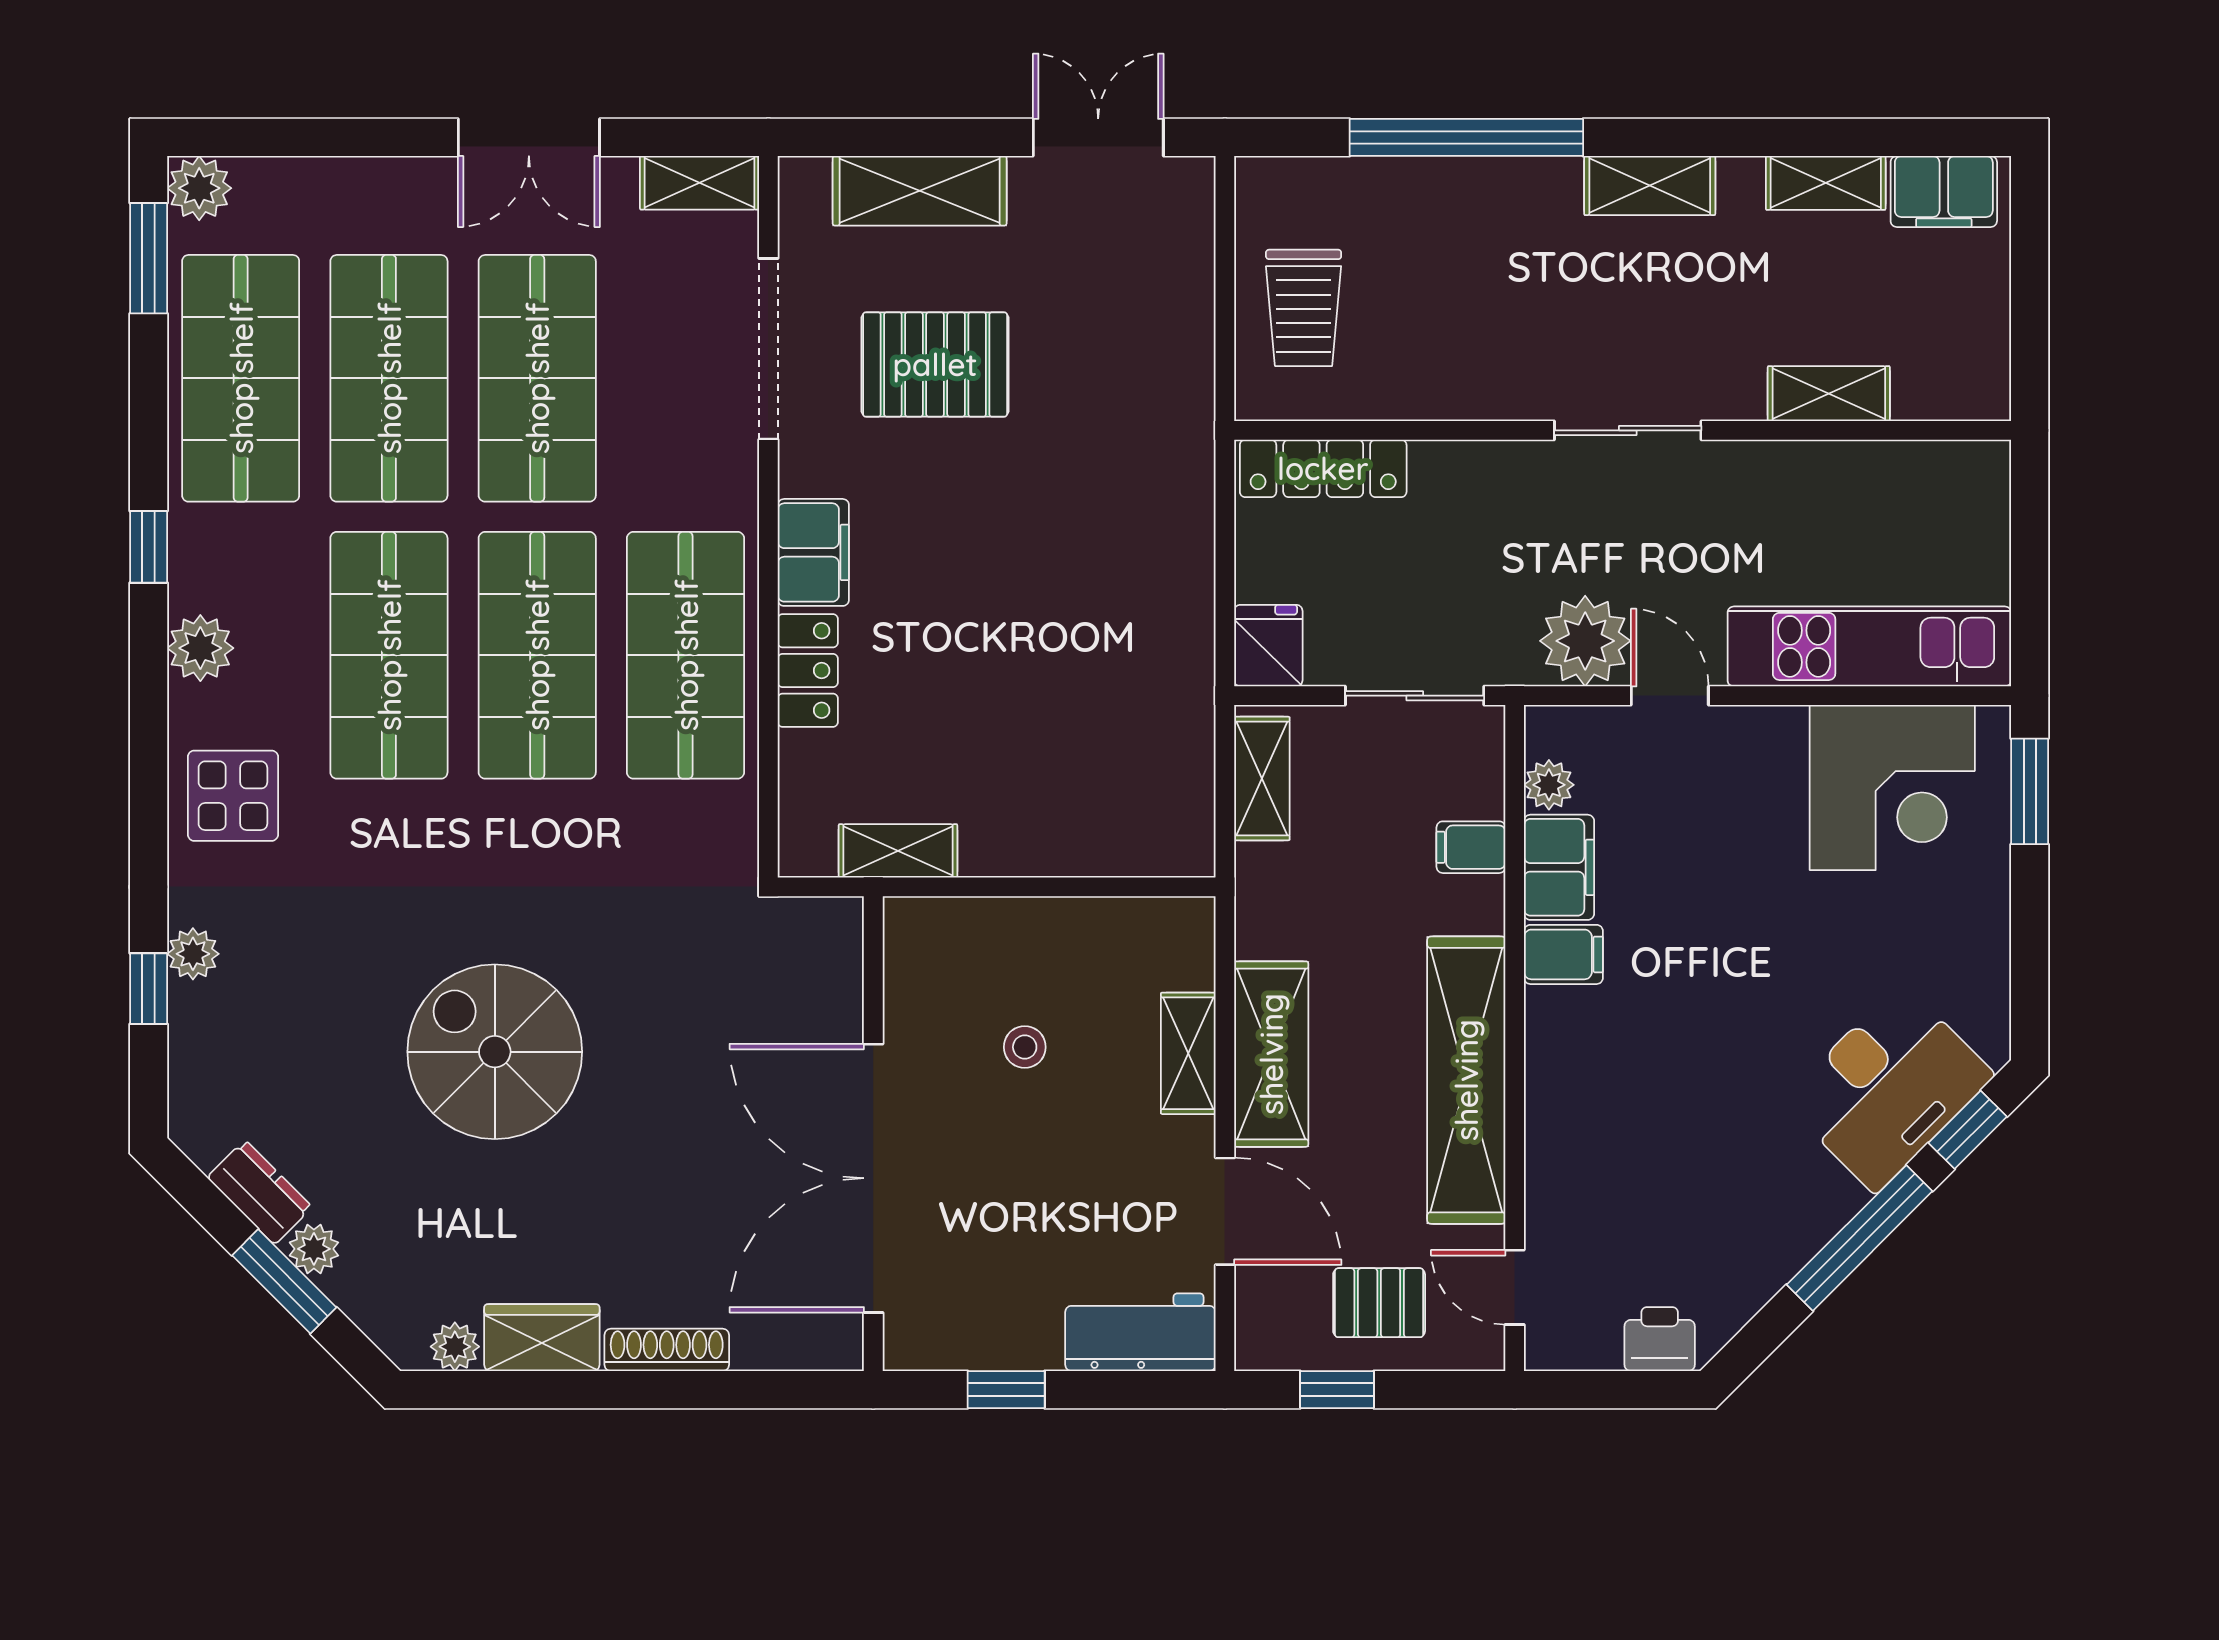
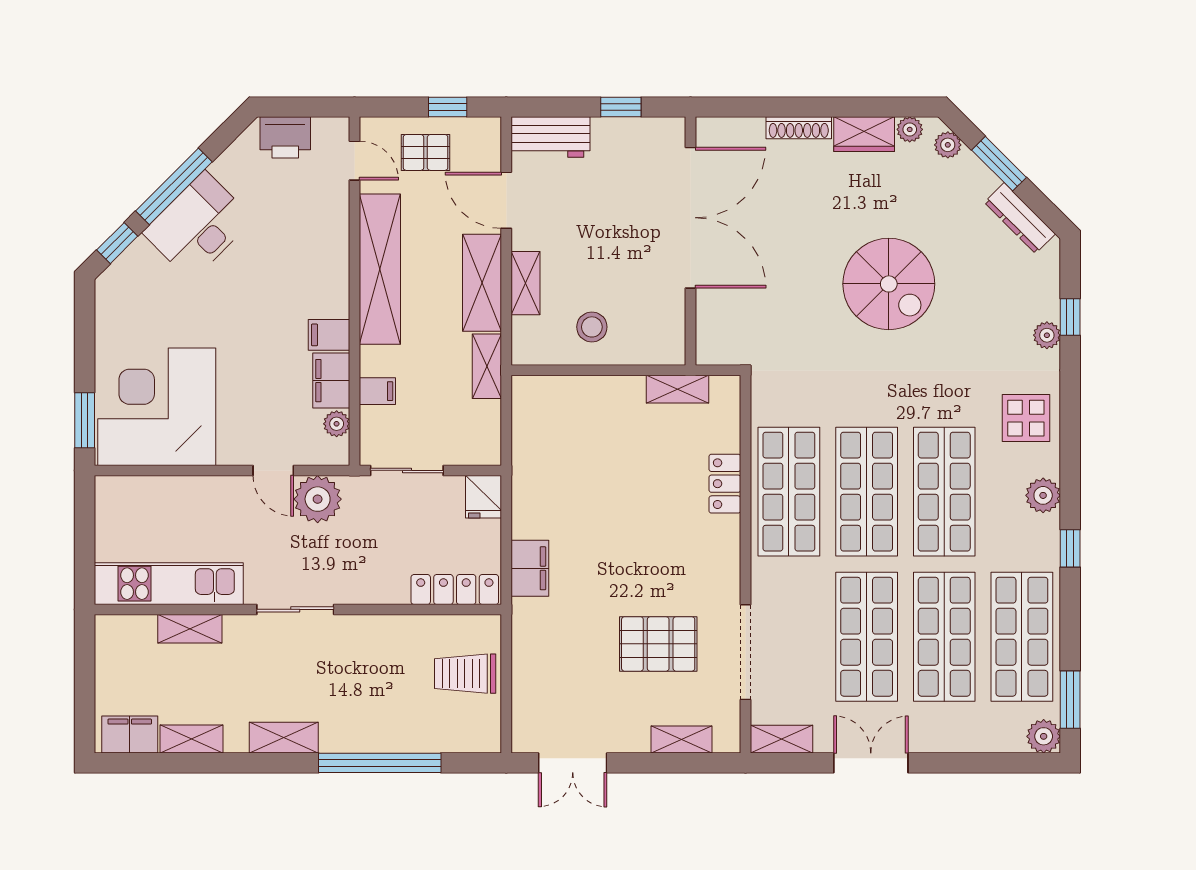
shelving: (920, 191) -> (681, 740), width x0.67, depth x0.75
trolley: (1304, 308) -> (465, 674), turned -90
filing cabinet: (813, 552) -> (530, 568), moved, turned 180
kitchen unit: (1869, 646) -> (169, 584), moved, turned 180
shelving: (1262, 779) -> (487, 366), moved
corner desk: (1892, 788) -> (157, 407), width x1.36, depth x1.36
stool: (1025, 1047) -> (592, 327), moved, width x1.37, depth x1.37
desk: (1888, 1088) -> (198, 226), moved
dresser: (260, 1192) -> (1020, 218), width x1.44
plant: (314, 1249) -> (948, 145), moved
printer: (1660, 1339) -> (285, 137), width x1.36, depth x1.24

